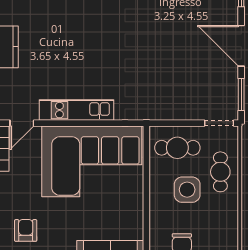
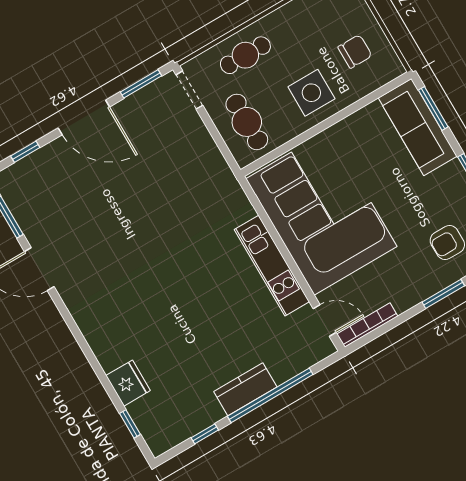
door: (241, 46) -> (84, 117), hinge flipped
side table: (187, 190) -> (311, 93), moved

